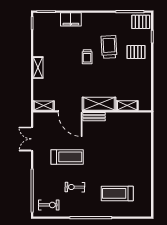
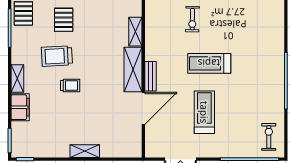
shelving: (44, 106) -> (17, 78), moved
exercise bike: (75, 187) -> (192, 19), moved
treadmill: (117, 193) -> (209, 63), moved, turned 90

